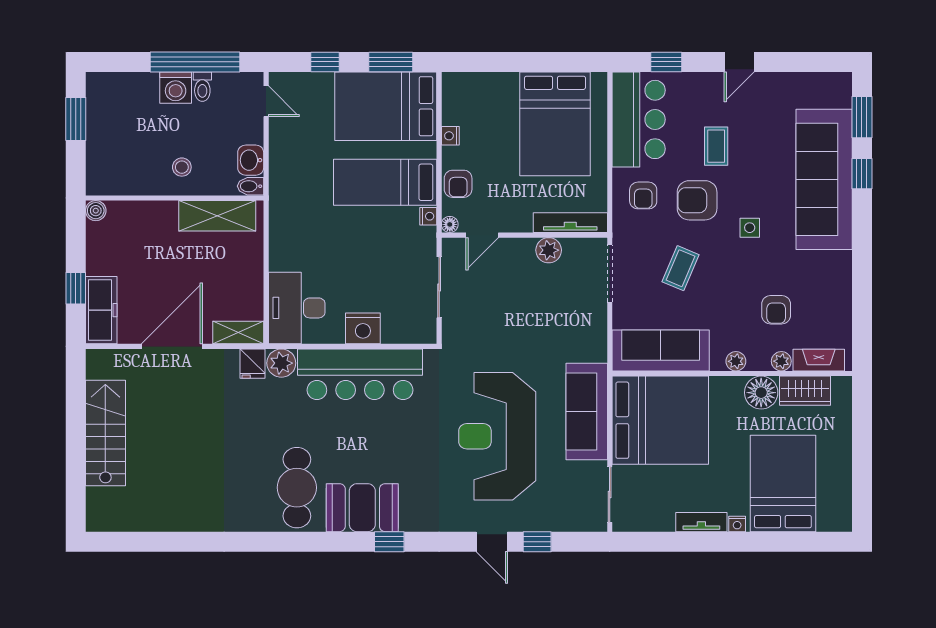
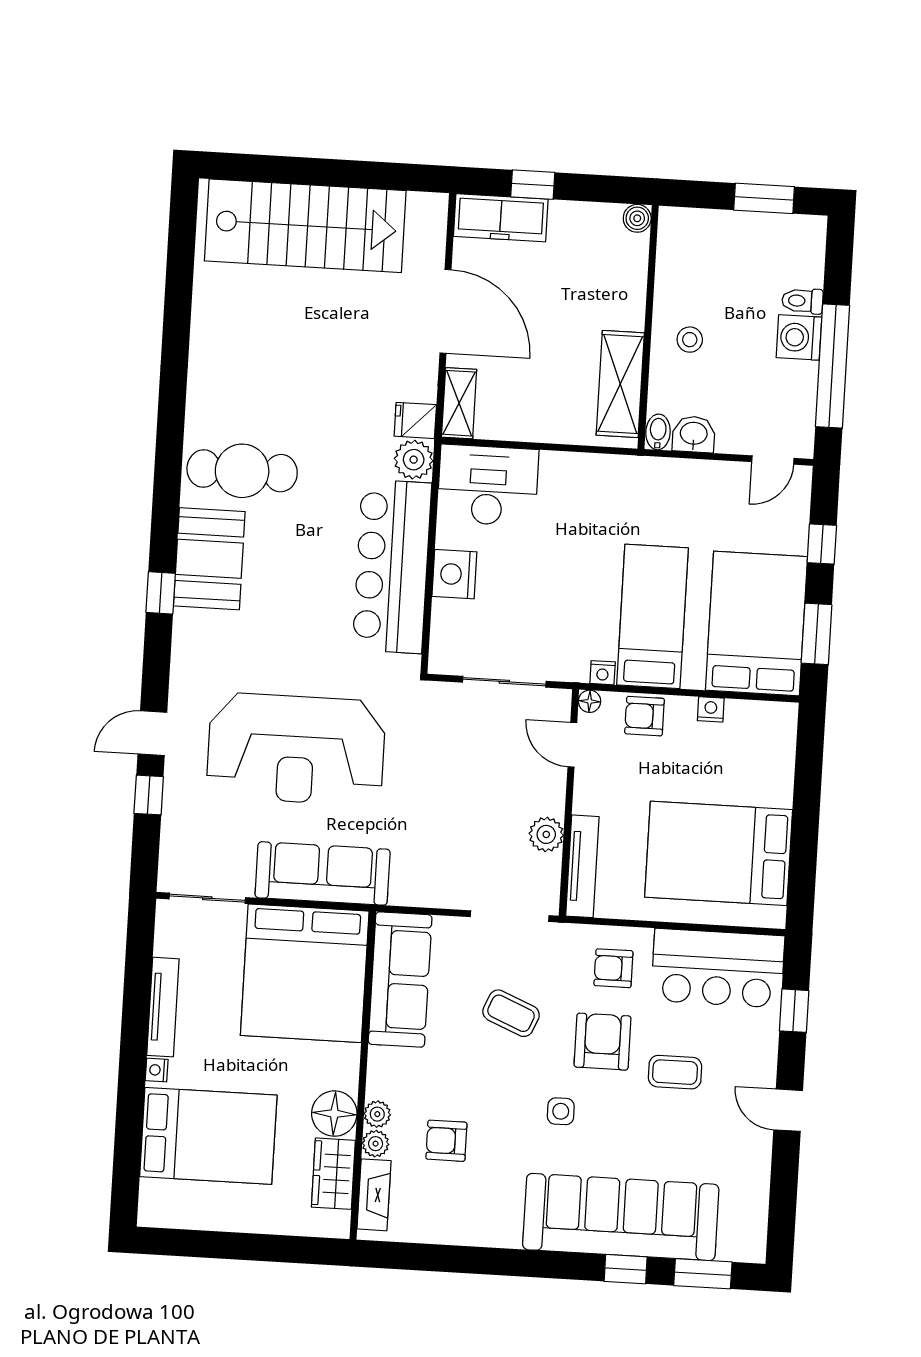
toilet: (202, 87) -> (802, 301), moved
plant: (736, 361) -> (377, 1114), moved
stairs: (105, 433) -> (305, 226), width x1.36, depth x1.51
reception desk: (497, 436) -> (296, 749), turned 180
tv unit: (701, 522) -> (163, 1007), width x1.41

